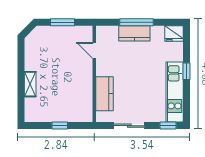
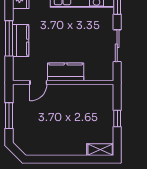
shelving: (30, 84) -> (100, 150), moved
kitchen counter: (104, 94) -> (66, 72), moved

